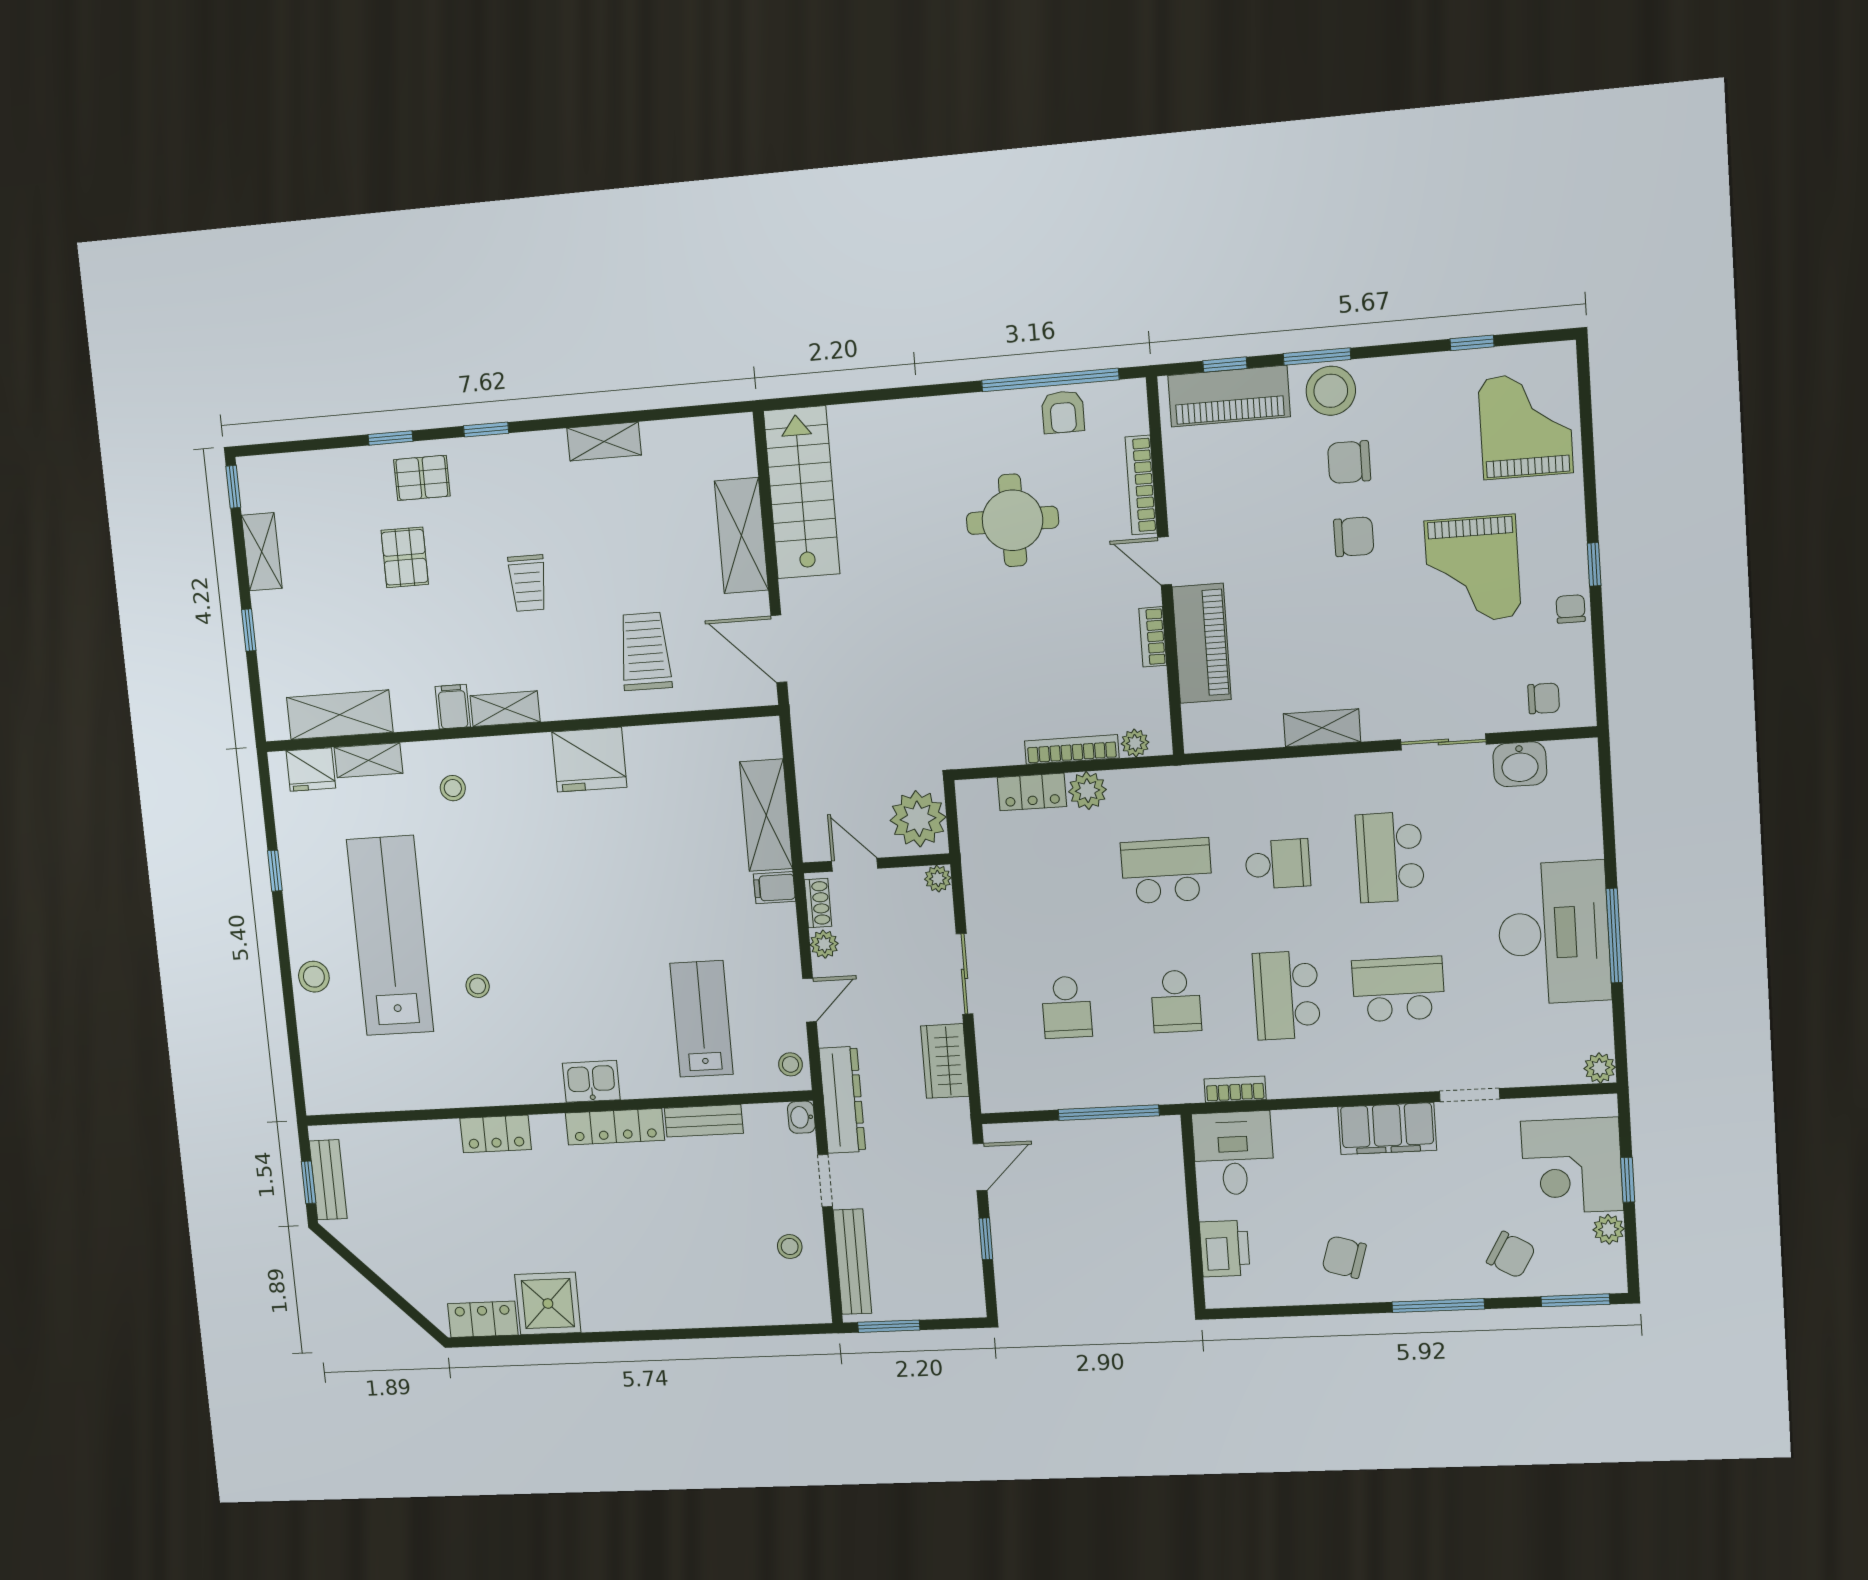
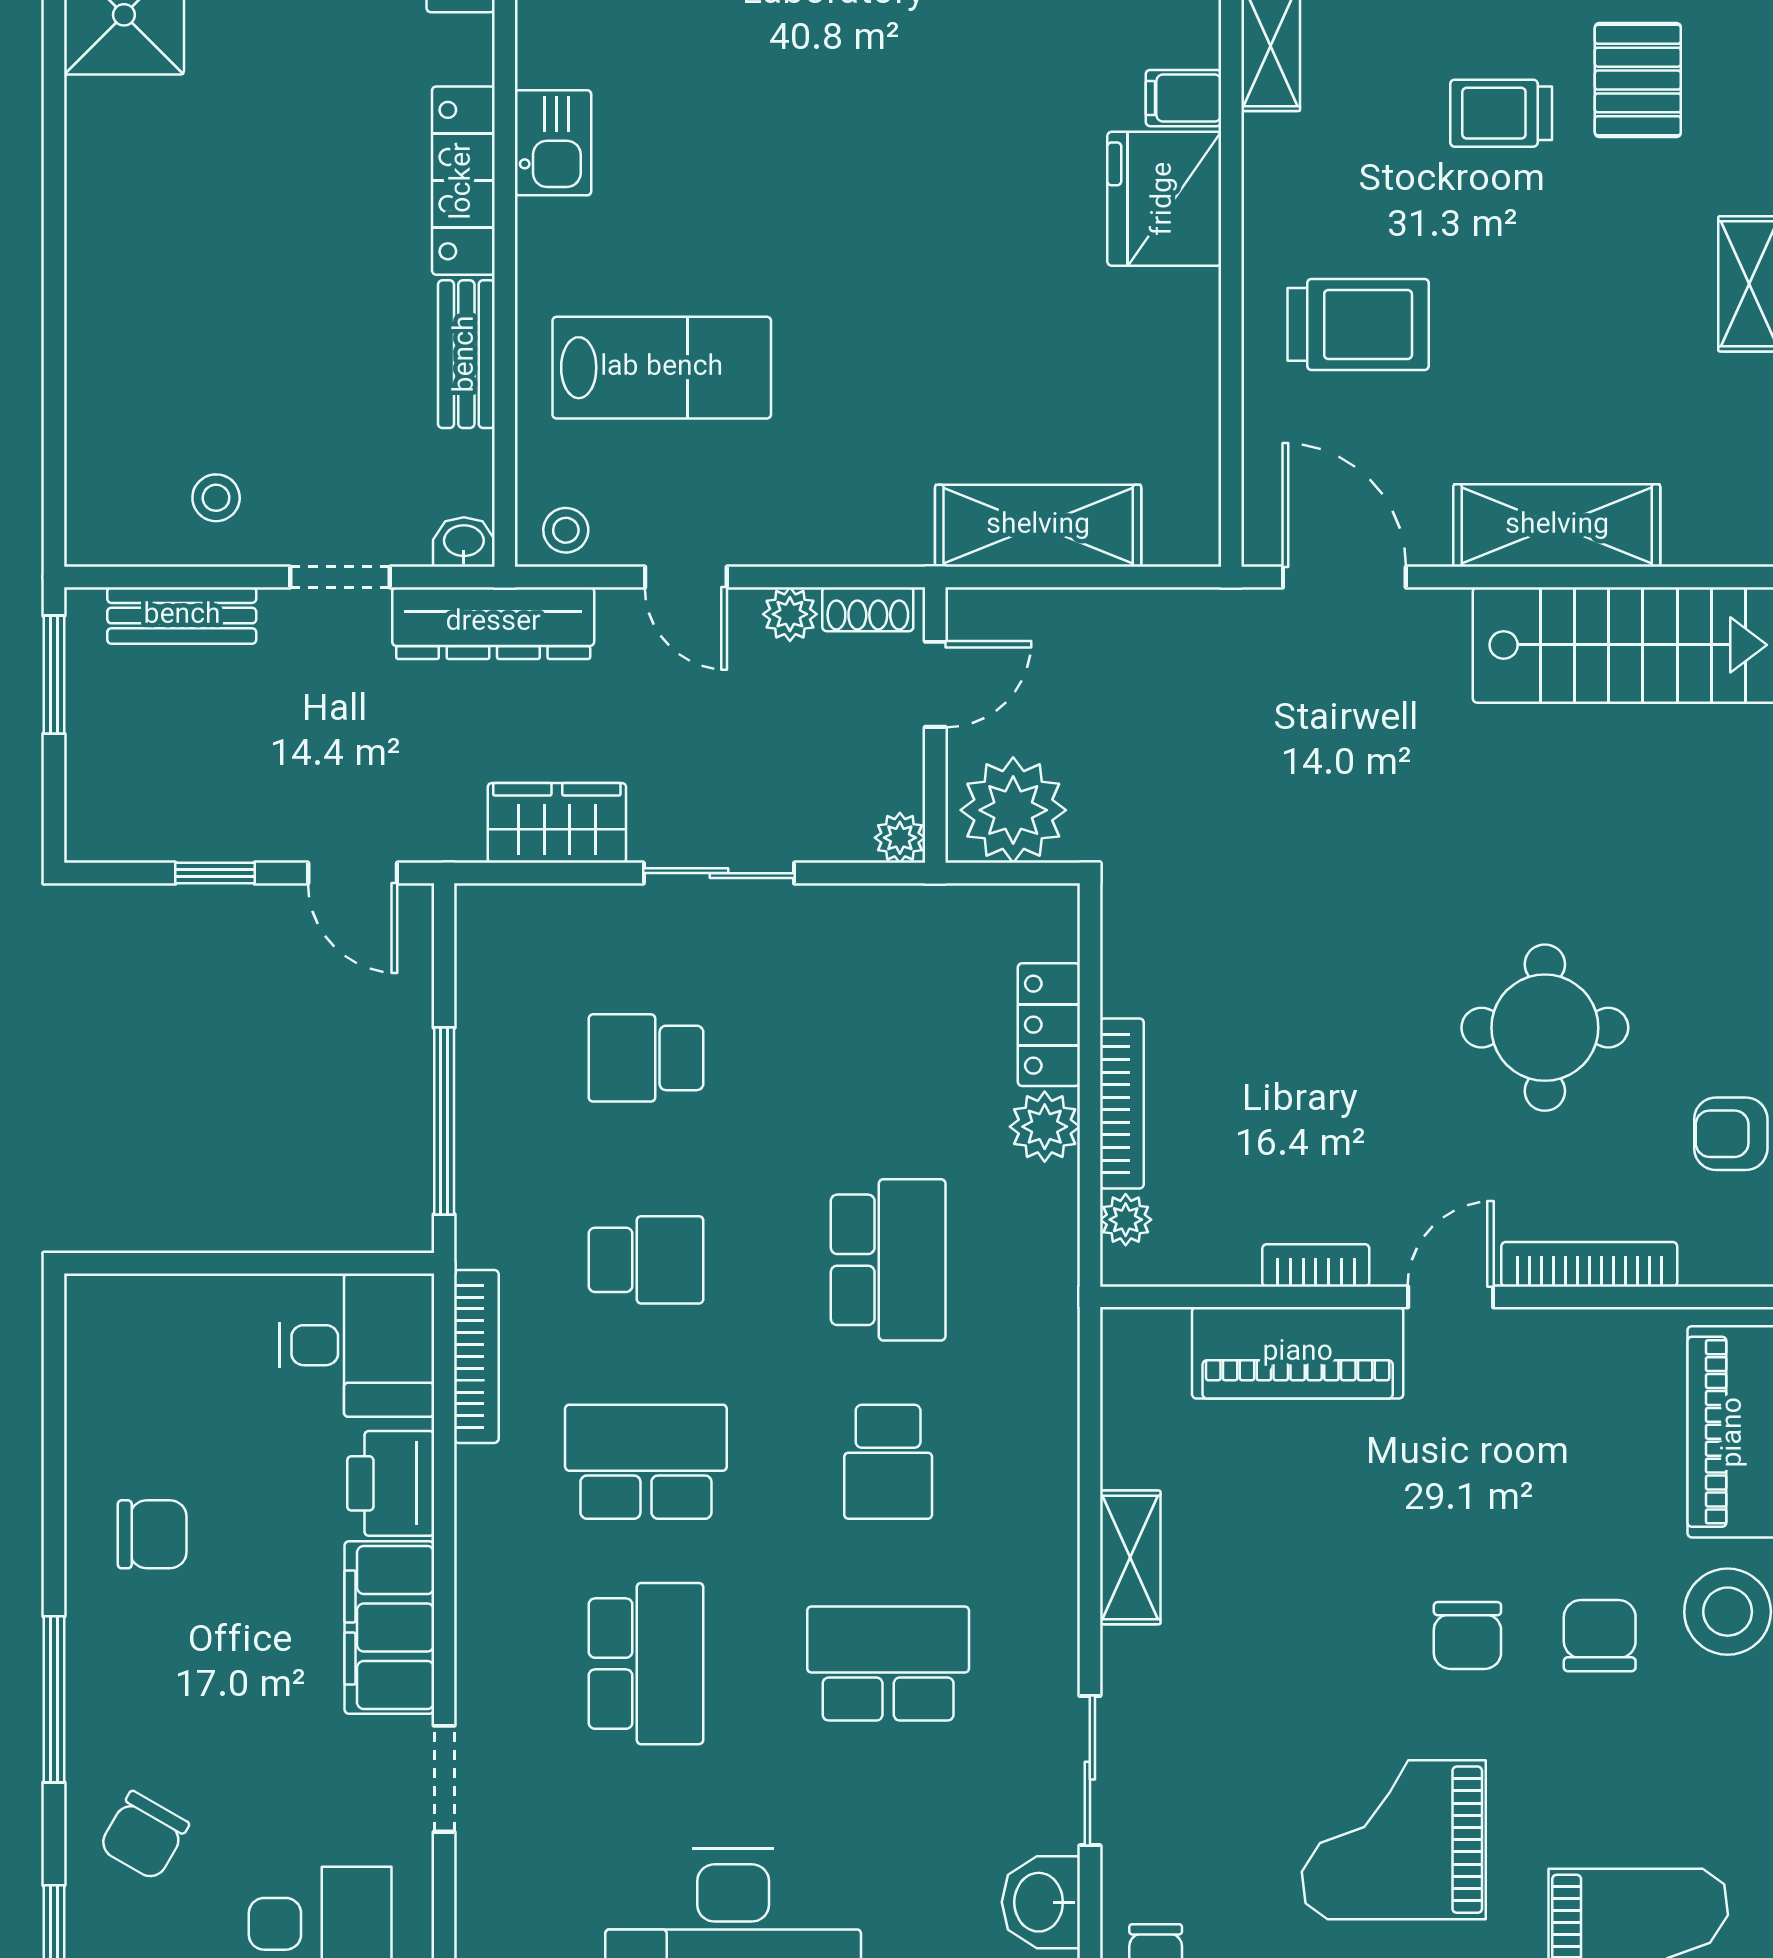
pallet: (503, 511) -> (1638, 80), added
door: (779, 649) -> (1344, 577), hinge flipped
filing cabinet: (774, 888) -> (1184, 98), moved, turned -90
school desk: (1176, 1001) -> (646, 1260), turned 180
bookcase: (1235, 1089) -> (476, 1356), width x1.56
printer: (1225, 1249) -> (391, 1483), moved, turned 90
chair: (1344, 1257) -> (152, 1534), turned 73
bench: (852, 1262) -> (182, 616), width x0.73

